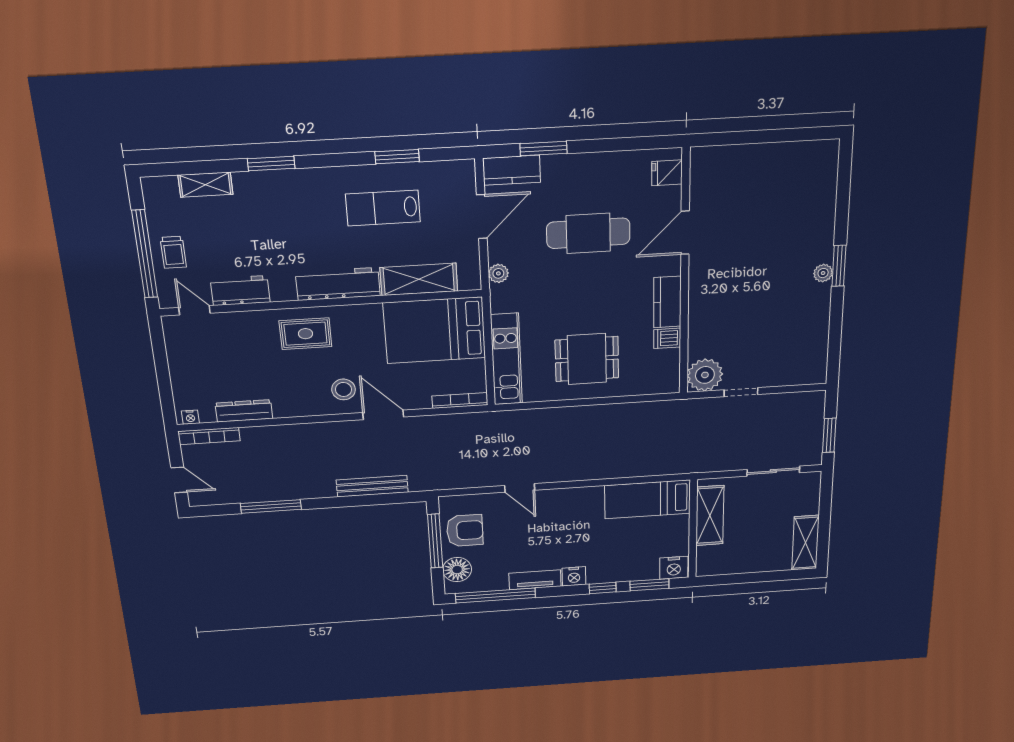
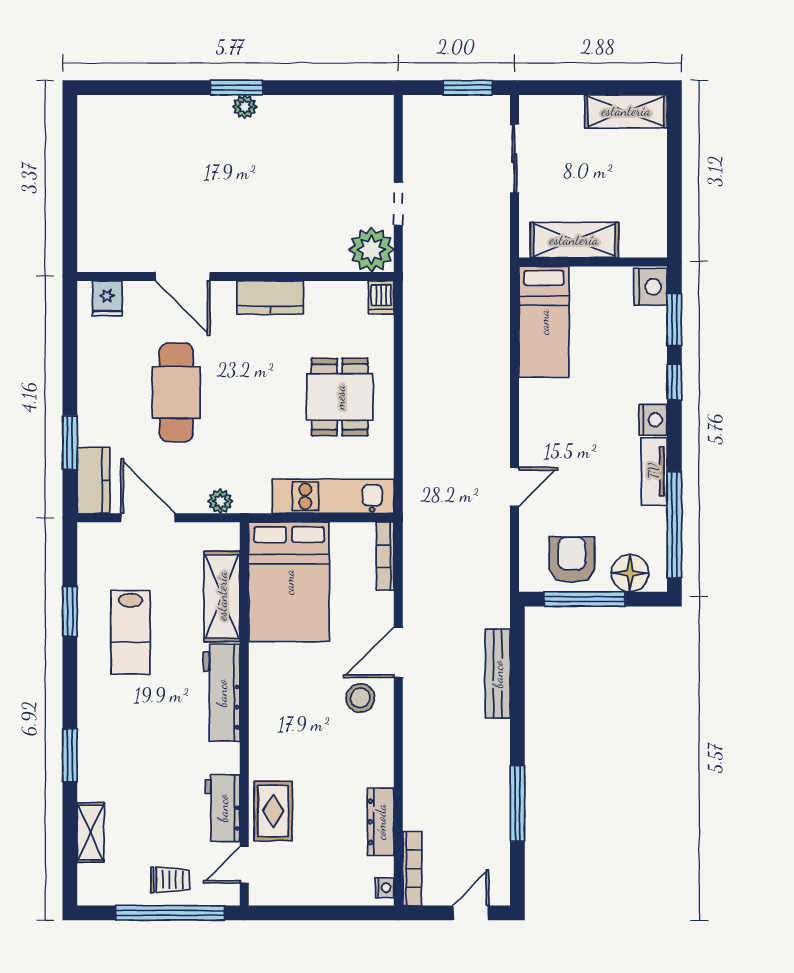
rug: (306, 334) -> (273, 811), moved
dishwasher: (667, 338) -> (381, 297), moved

